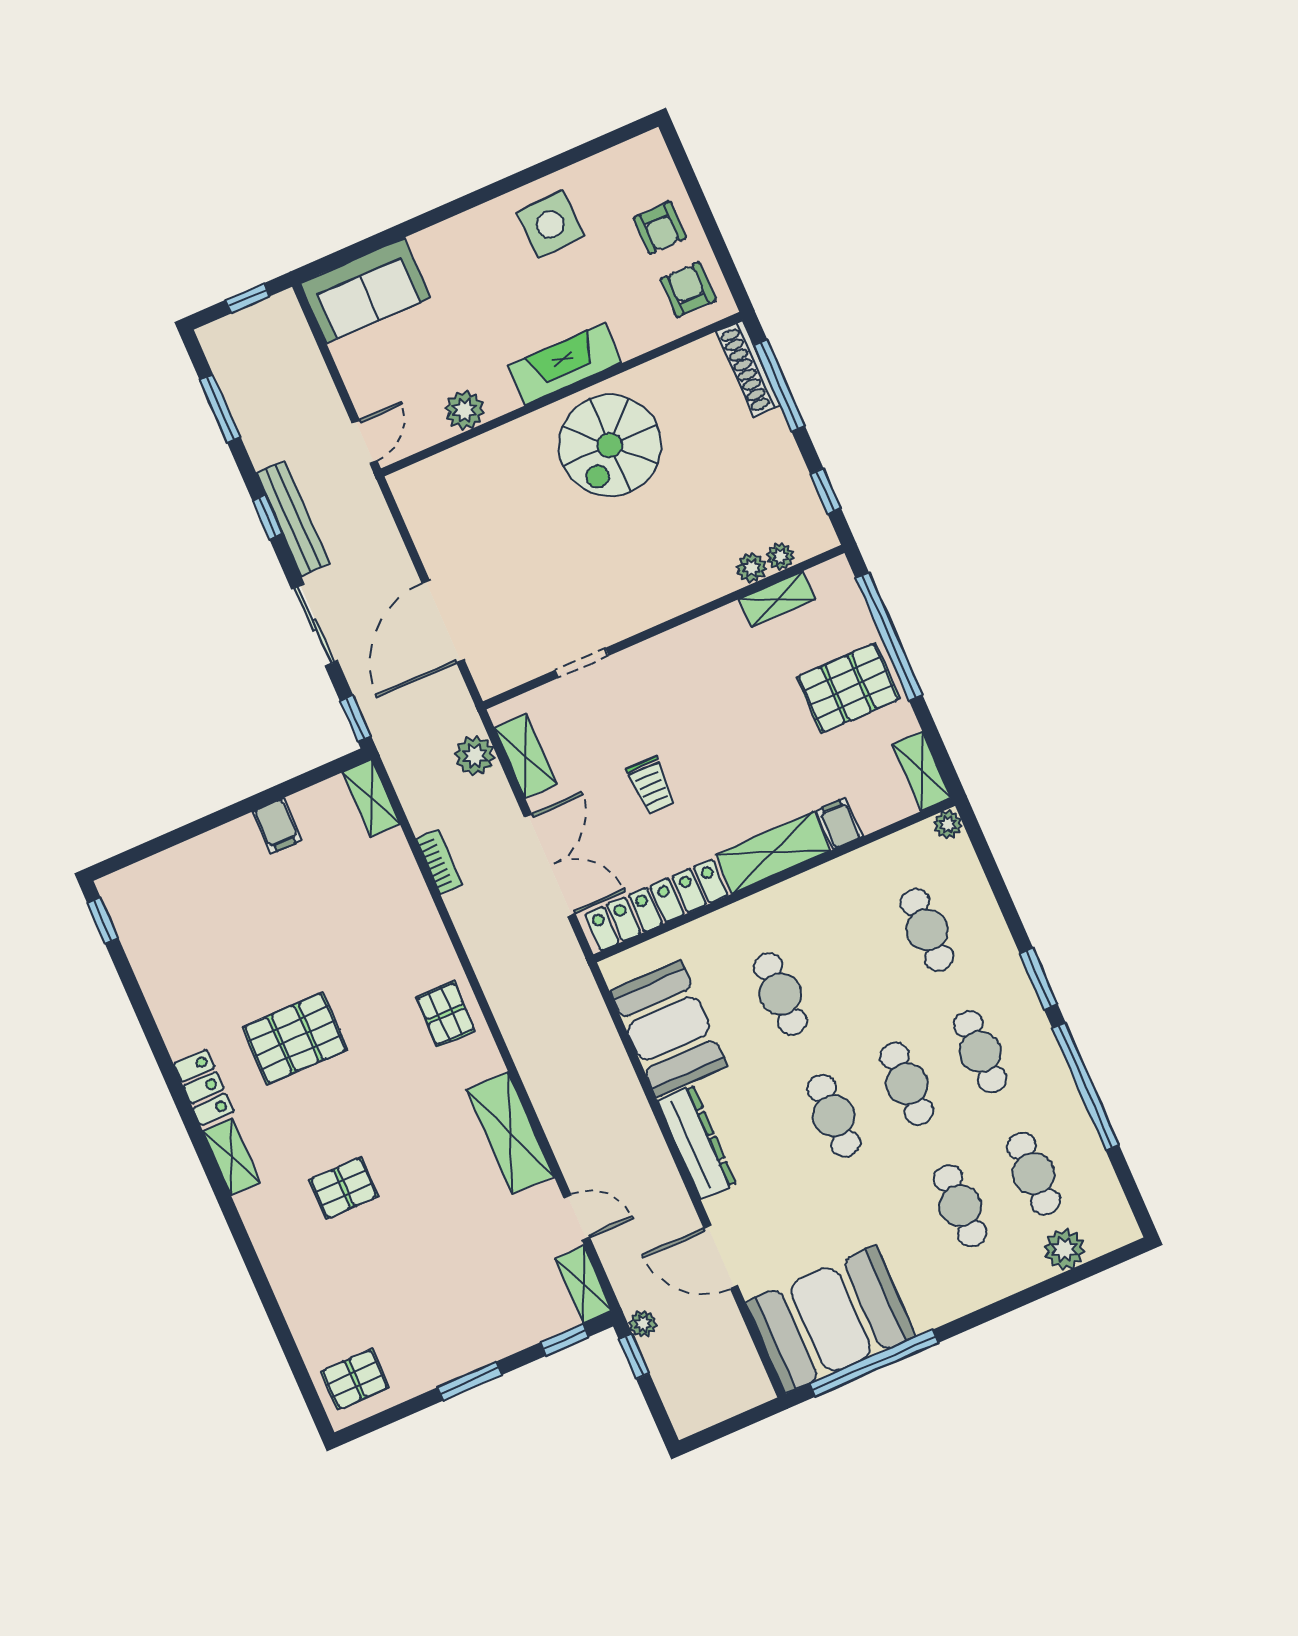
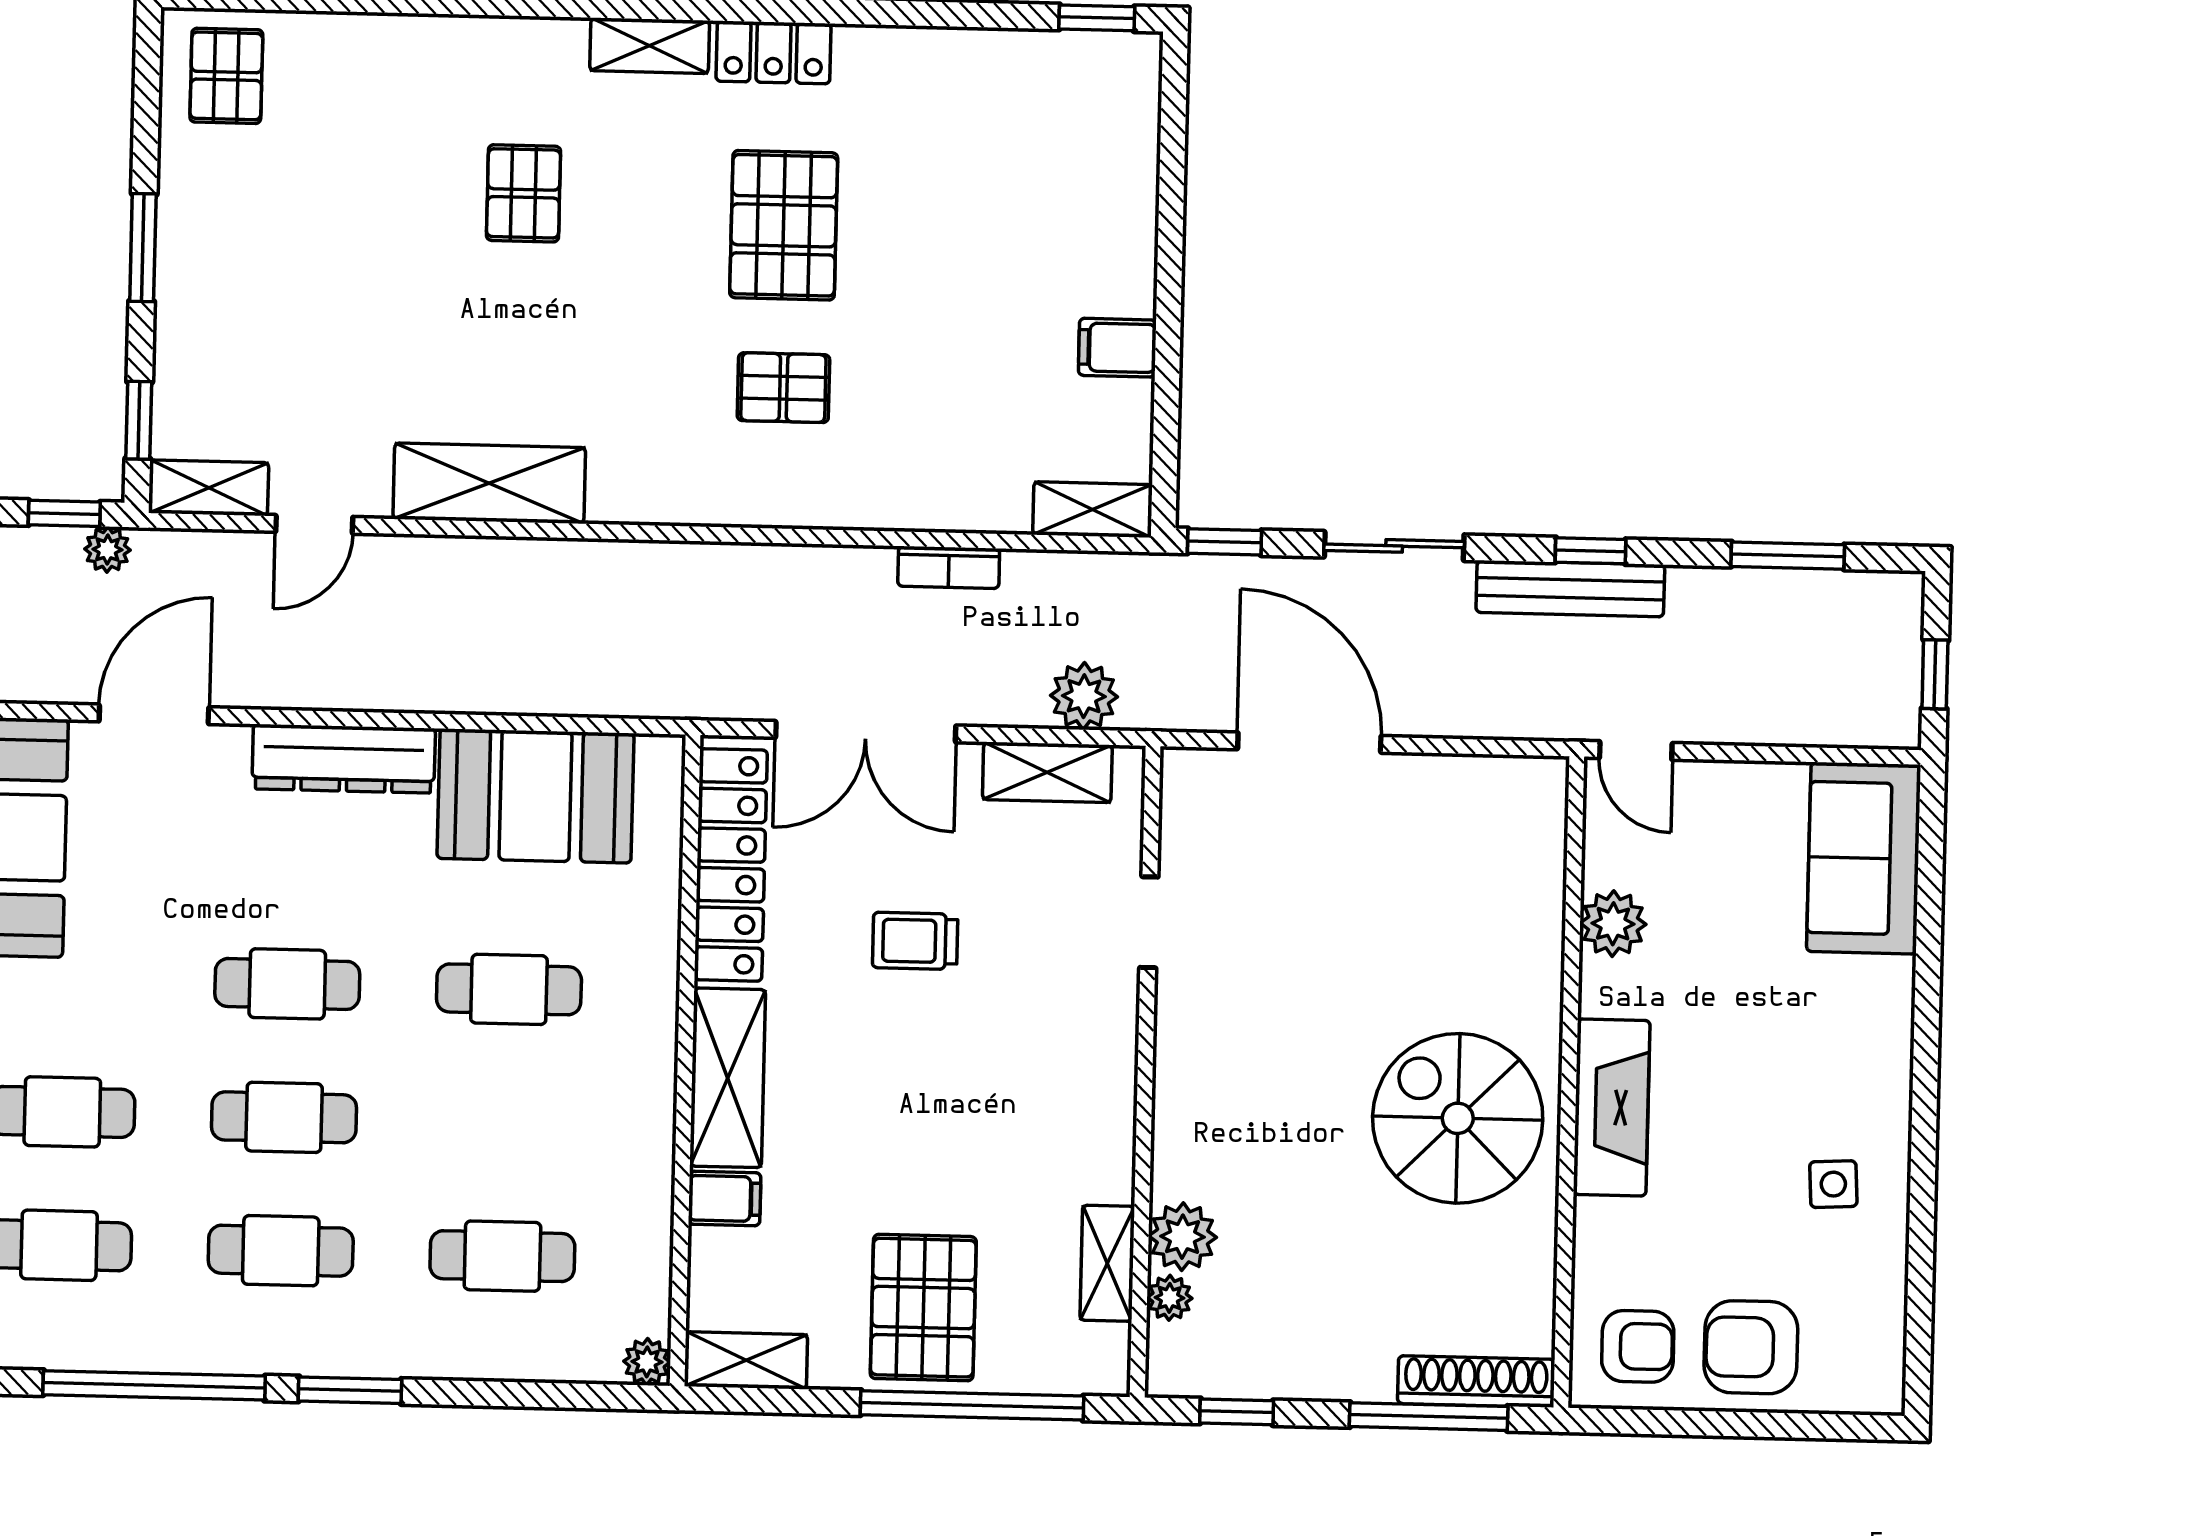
side table: (550, 224) -> (1833, 1184), width x0.54, depth x0.54
armchair: (660, 228) -> (1751, 1347), width x1.38, depth x1.38
plant: (751, 568) -> (1182, 1237), width x1.38, depth x1.38
pallet: (446, 1014) -> (783, 388), moved

